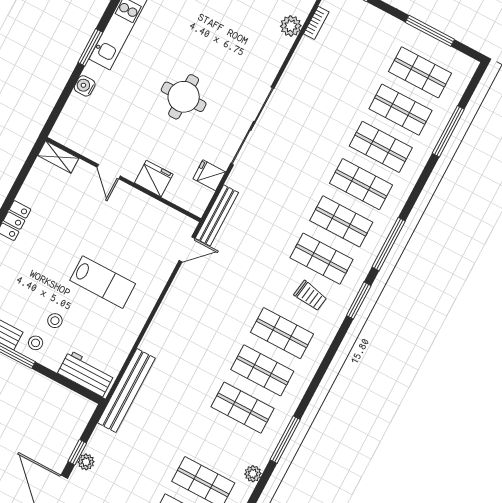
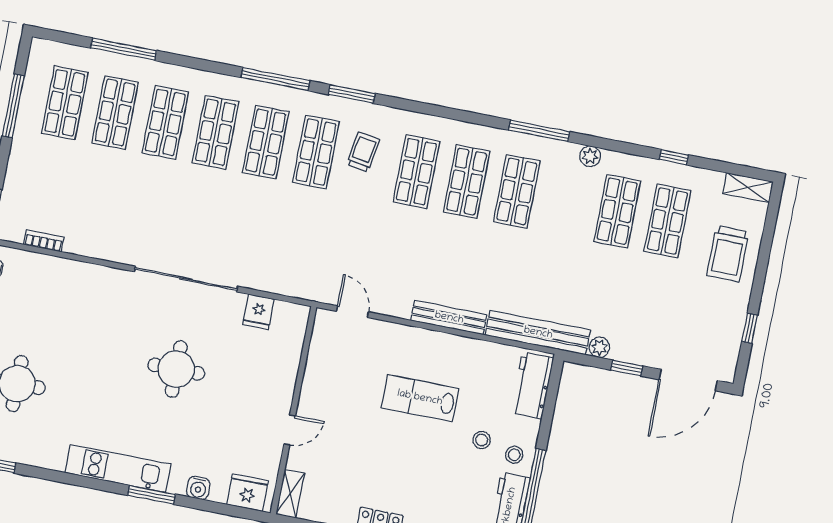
plant: (291, 26) -> (56, 269), removed
fridge: (154, 179) -> (248, 493), moved, turned 90
bench: (217, 215) -> (449, 318), moved
lab bench: (103, 282) -> (420, 398), turned -90
plant: (86, 462) -> (599, 347), moved

